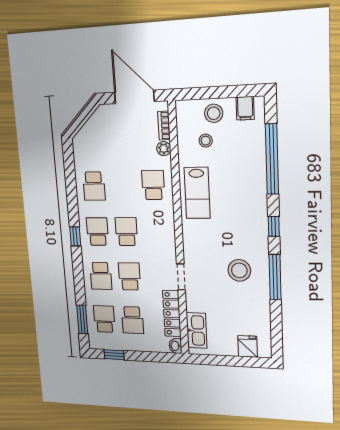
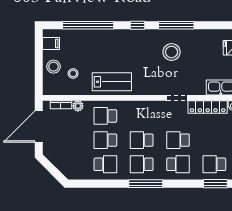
window: (75, 236) -> (146, 184), width x2.17
school desk: (132, 320) -> (105, 140), moved, turned 180

